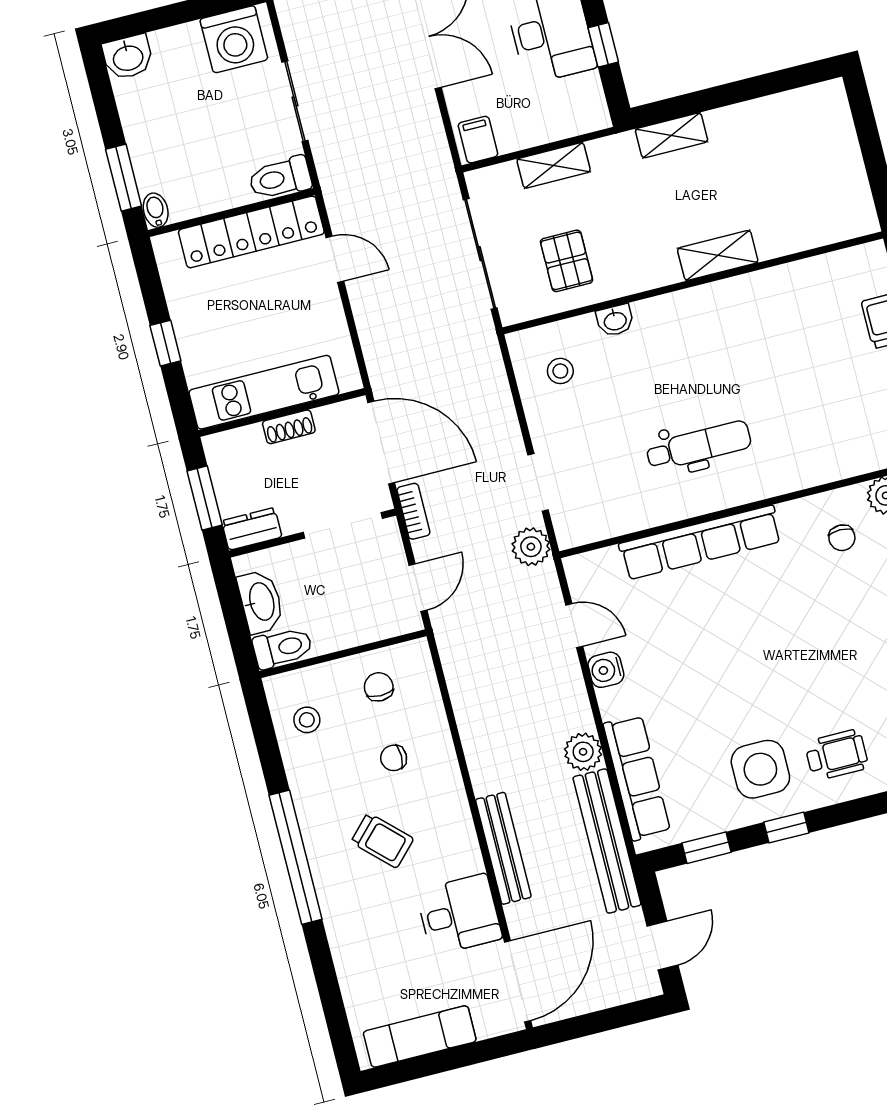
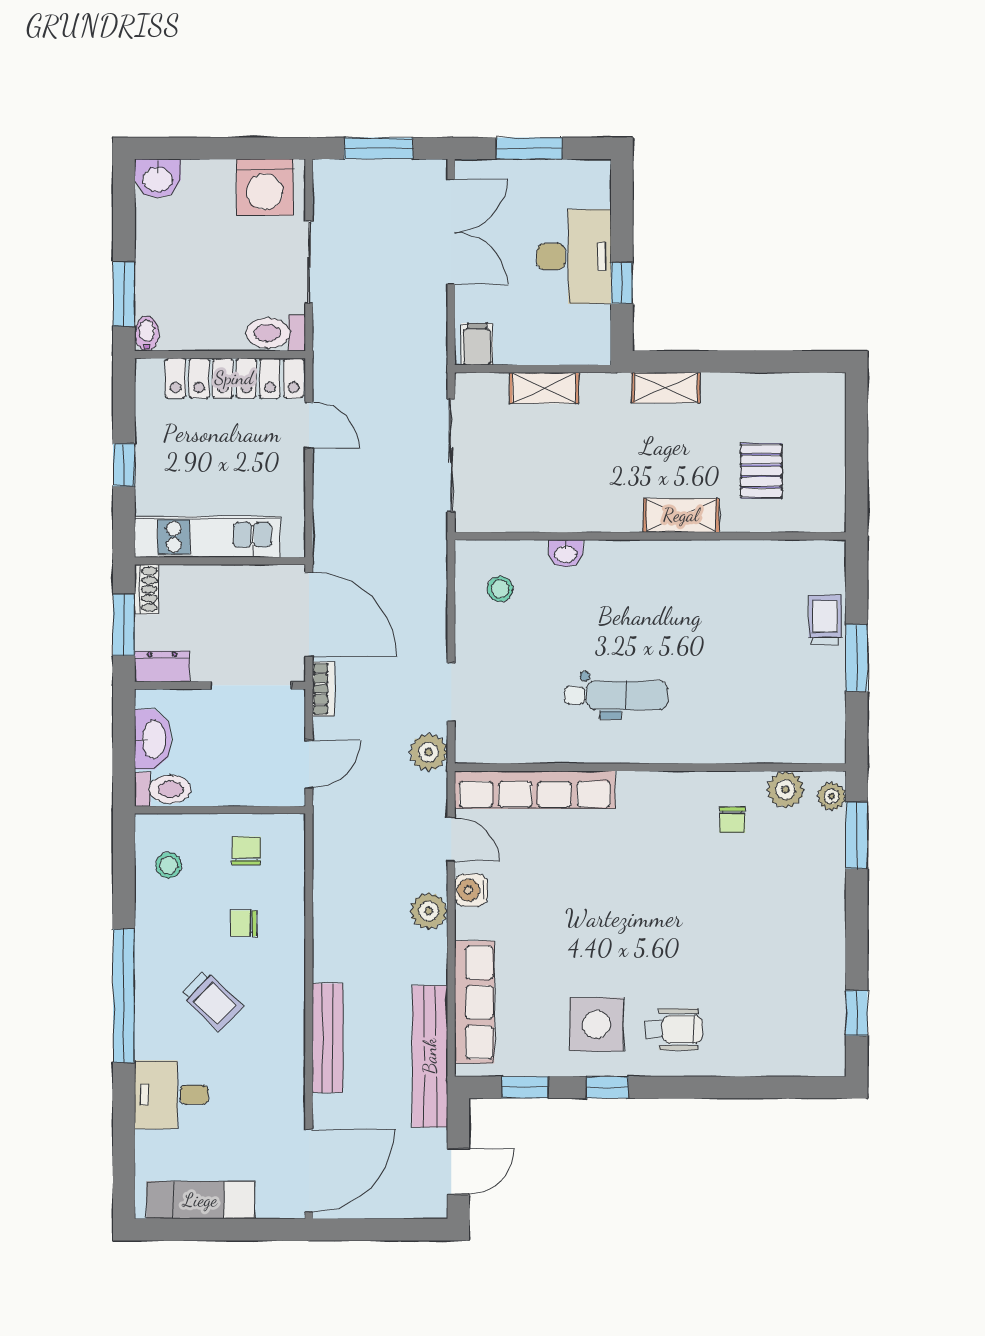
pallet: (567, 261) -> (761, 471), moved
shoe rack: (289, 427) -> (147, 589), moved, turned -90
row of seats: (700, 543) -> (535, 790), moved
plant: (583, 752) -> (429, 911), moved
desk: (459, 915) -> (171, 1095), moved, turned 180

